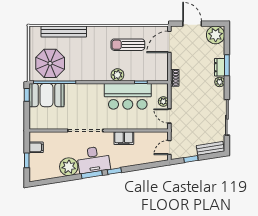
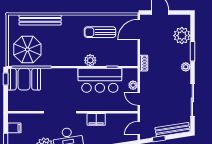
plant: (216, 35) -> (182, 36), moved
dresser: (220, 67) -> (186, 53), removed
bench: (210, 148) -> (173, 130), width x1.36

